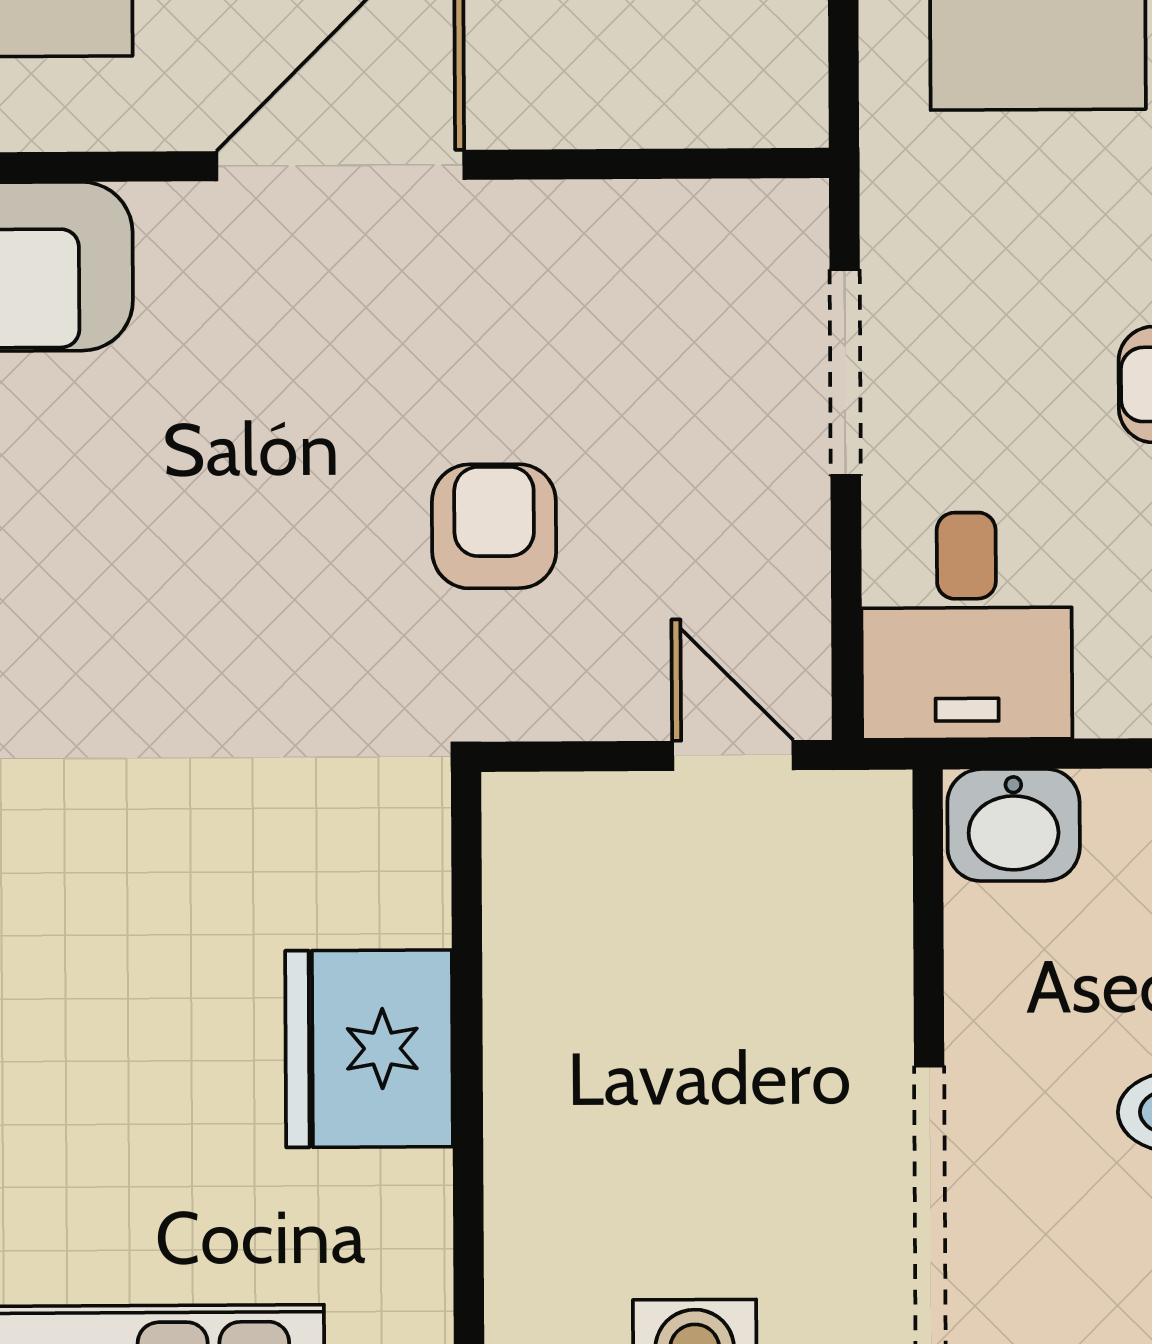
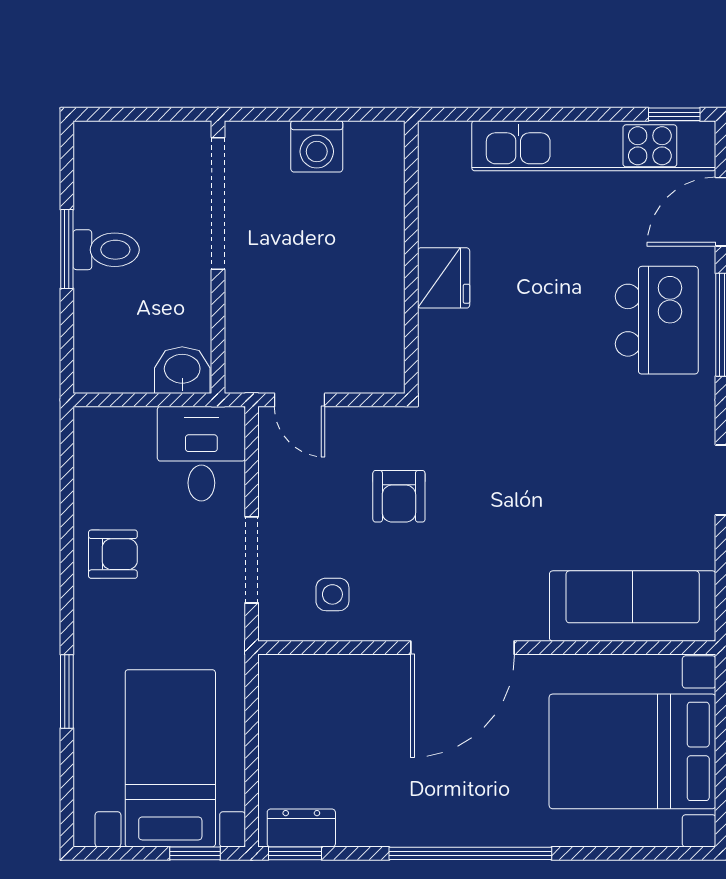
side table: (652, 291) -> (332, 594), added
fridge: (369, 1049) -> (444, 278), width x0.73, depth x0.75

